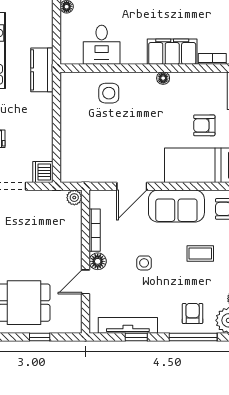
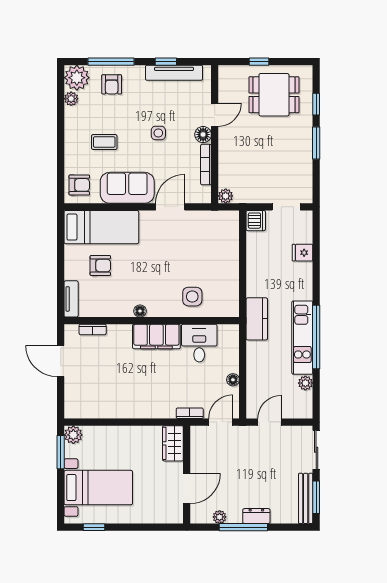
filing cabinet: (172, 52) -> (156, 336), moved

